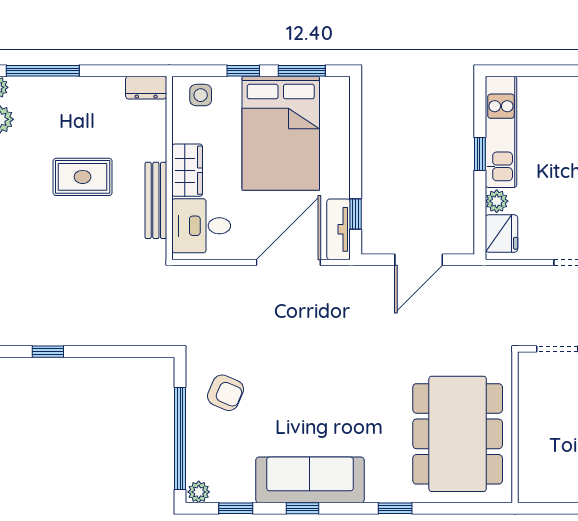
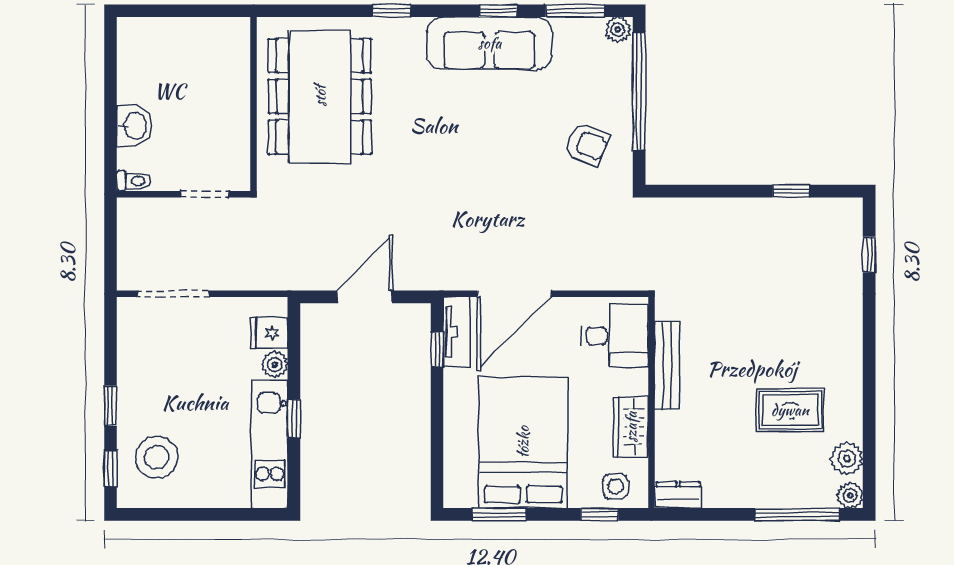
window: (243, 71) -> (599, 514), moved
wardrobe: (187, 170) -> (631, 427), moved
rug: (83, 177) -> (790, 410), moved
fridge: (501, 233) -> (269, 333), width x0.72
armchair: (226, 393) -> (587, 144), turned 180
window: (236, 508) -> (575, 11), width x1.50

